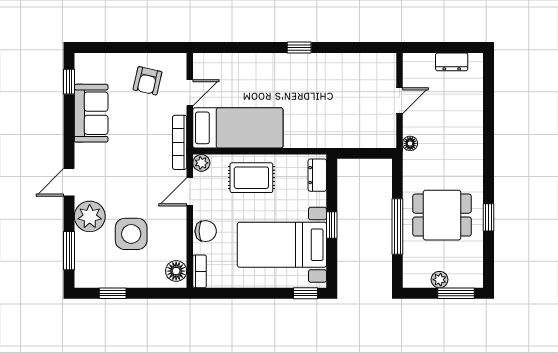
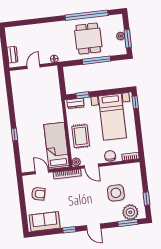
window: (299, 47) -> (14, 135), moved
dresser: (452, 62) -> (12, 55), moved
window: (69, 82) -> (69, 230), moved
door: (400, 101) -> (33, 67), hinge flipped
sofa: (91, 113) -> (45, 222), moved
plant: (90, 216) -> (130, 212), moved
window: (488, 217) -> (87, 15), width x3.17
window: (332, 225) -> (82, 95), moved
floor lamp: (176, 271) -> (132, 168), removed
window: (456, 293) -> (128, 39), moved

